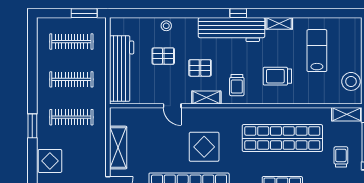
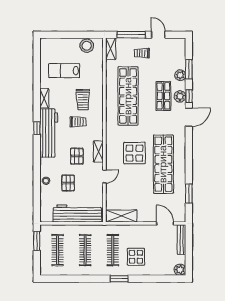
trolley: (237, 85) -> (78, 122), moved
shelving: (118, 148) -> (121, 216), moved
display table: (50, 161) -> (136, 257), moved

